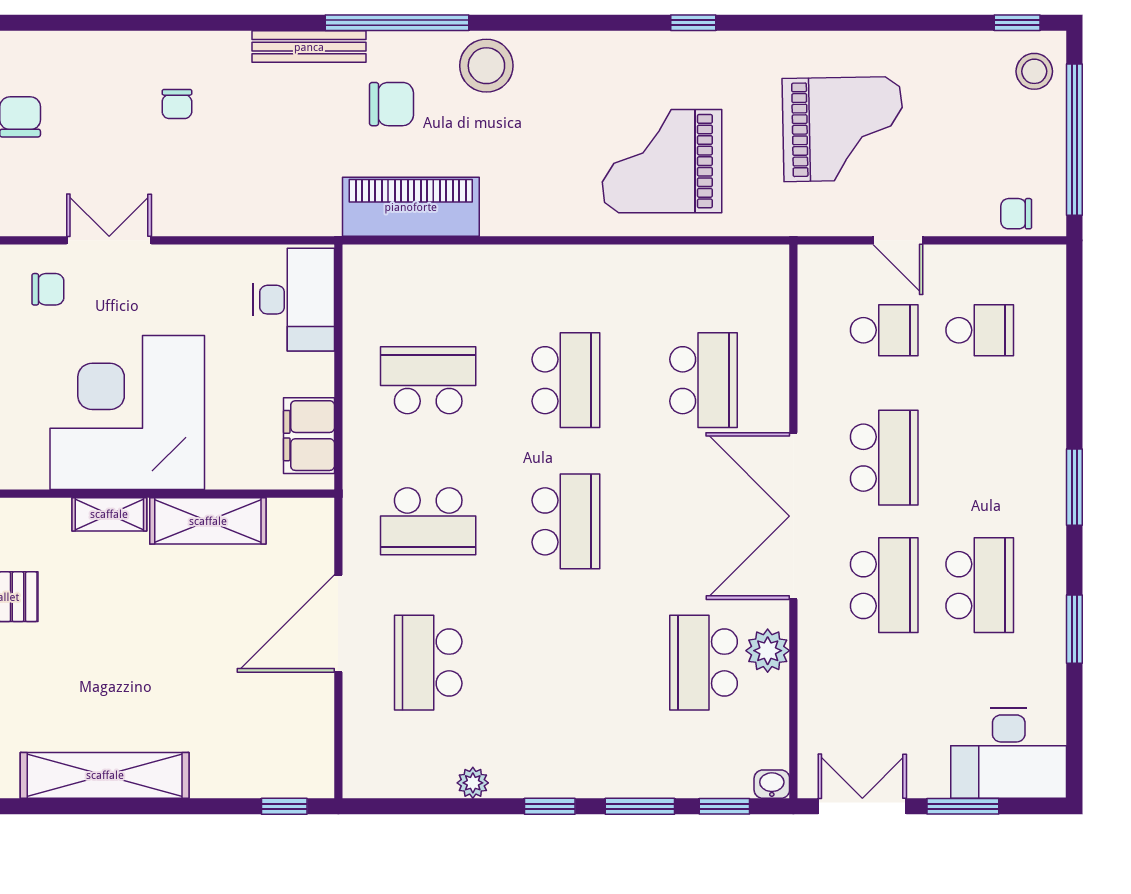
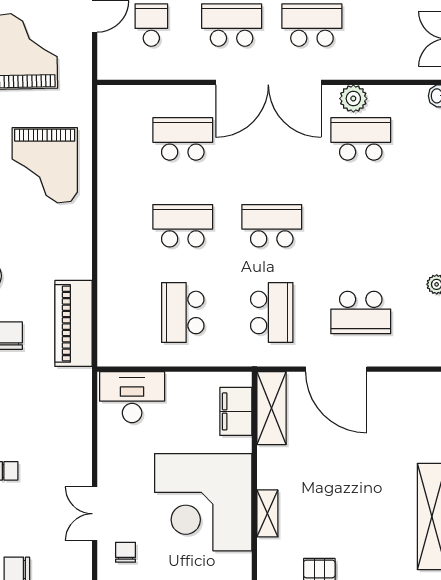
filing cabinet: (309, 436) -> (236, 411), moved, turned 90
shelving: (208, 521) -> (271, 408), moved
school desk: (704, 663) -> (361, 139), turned 180

